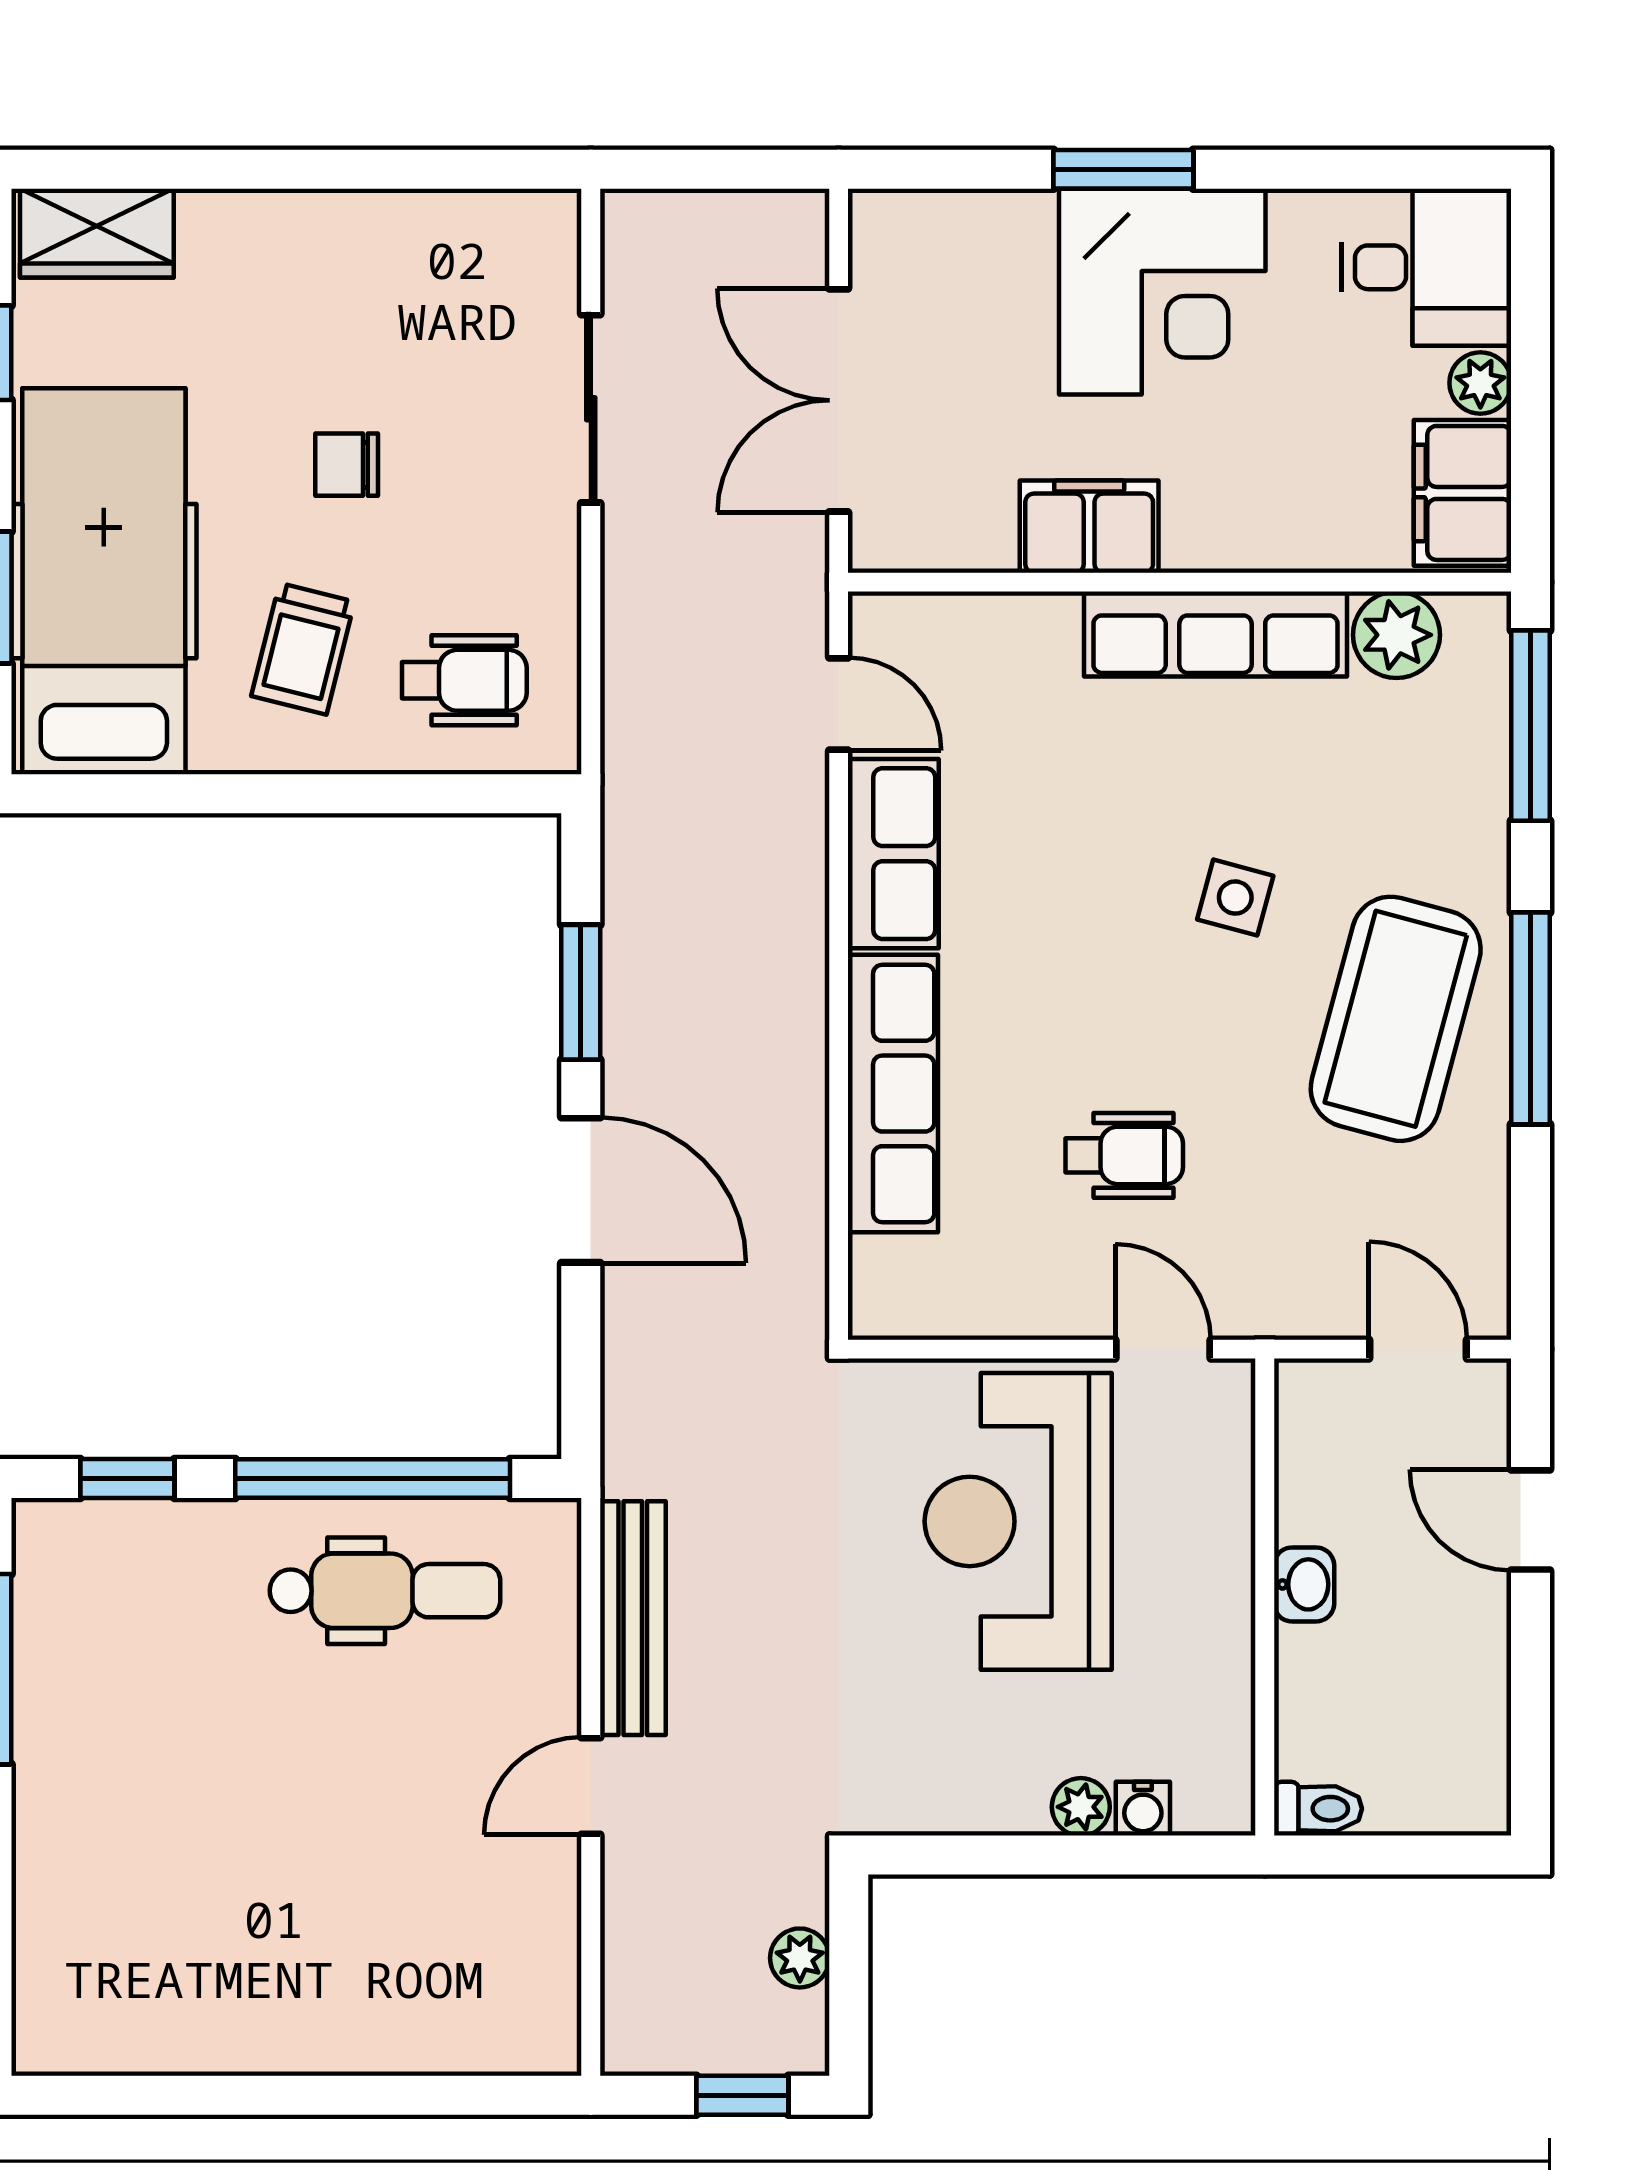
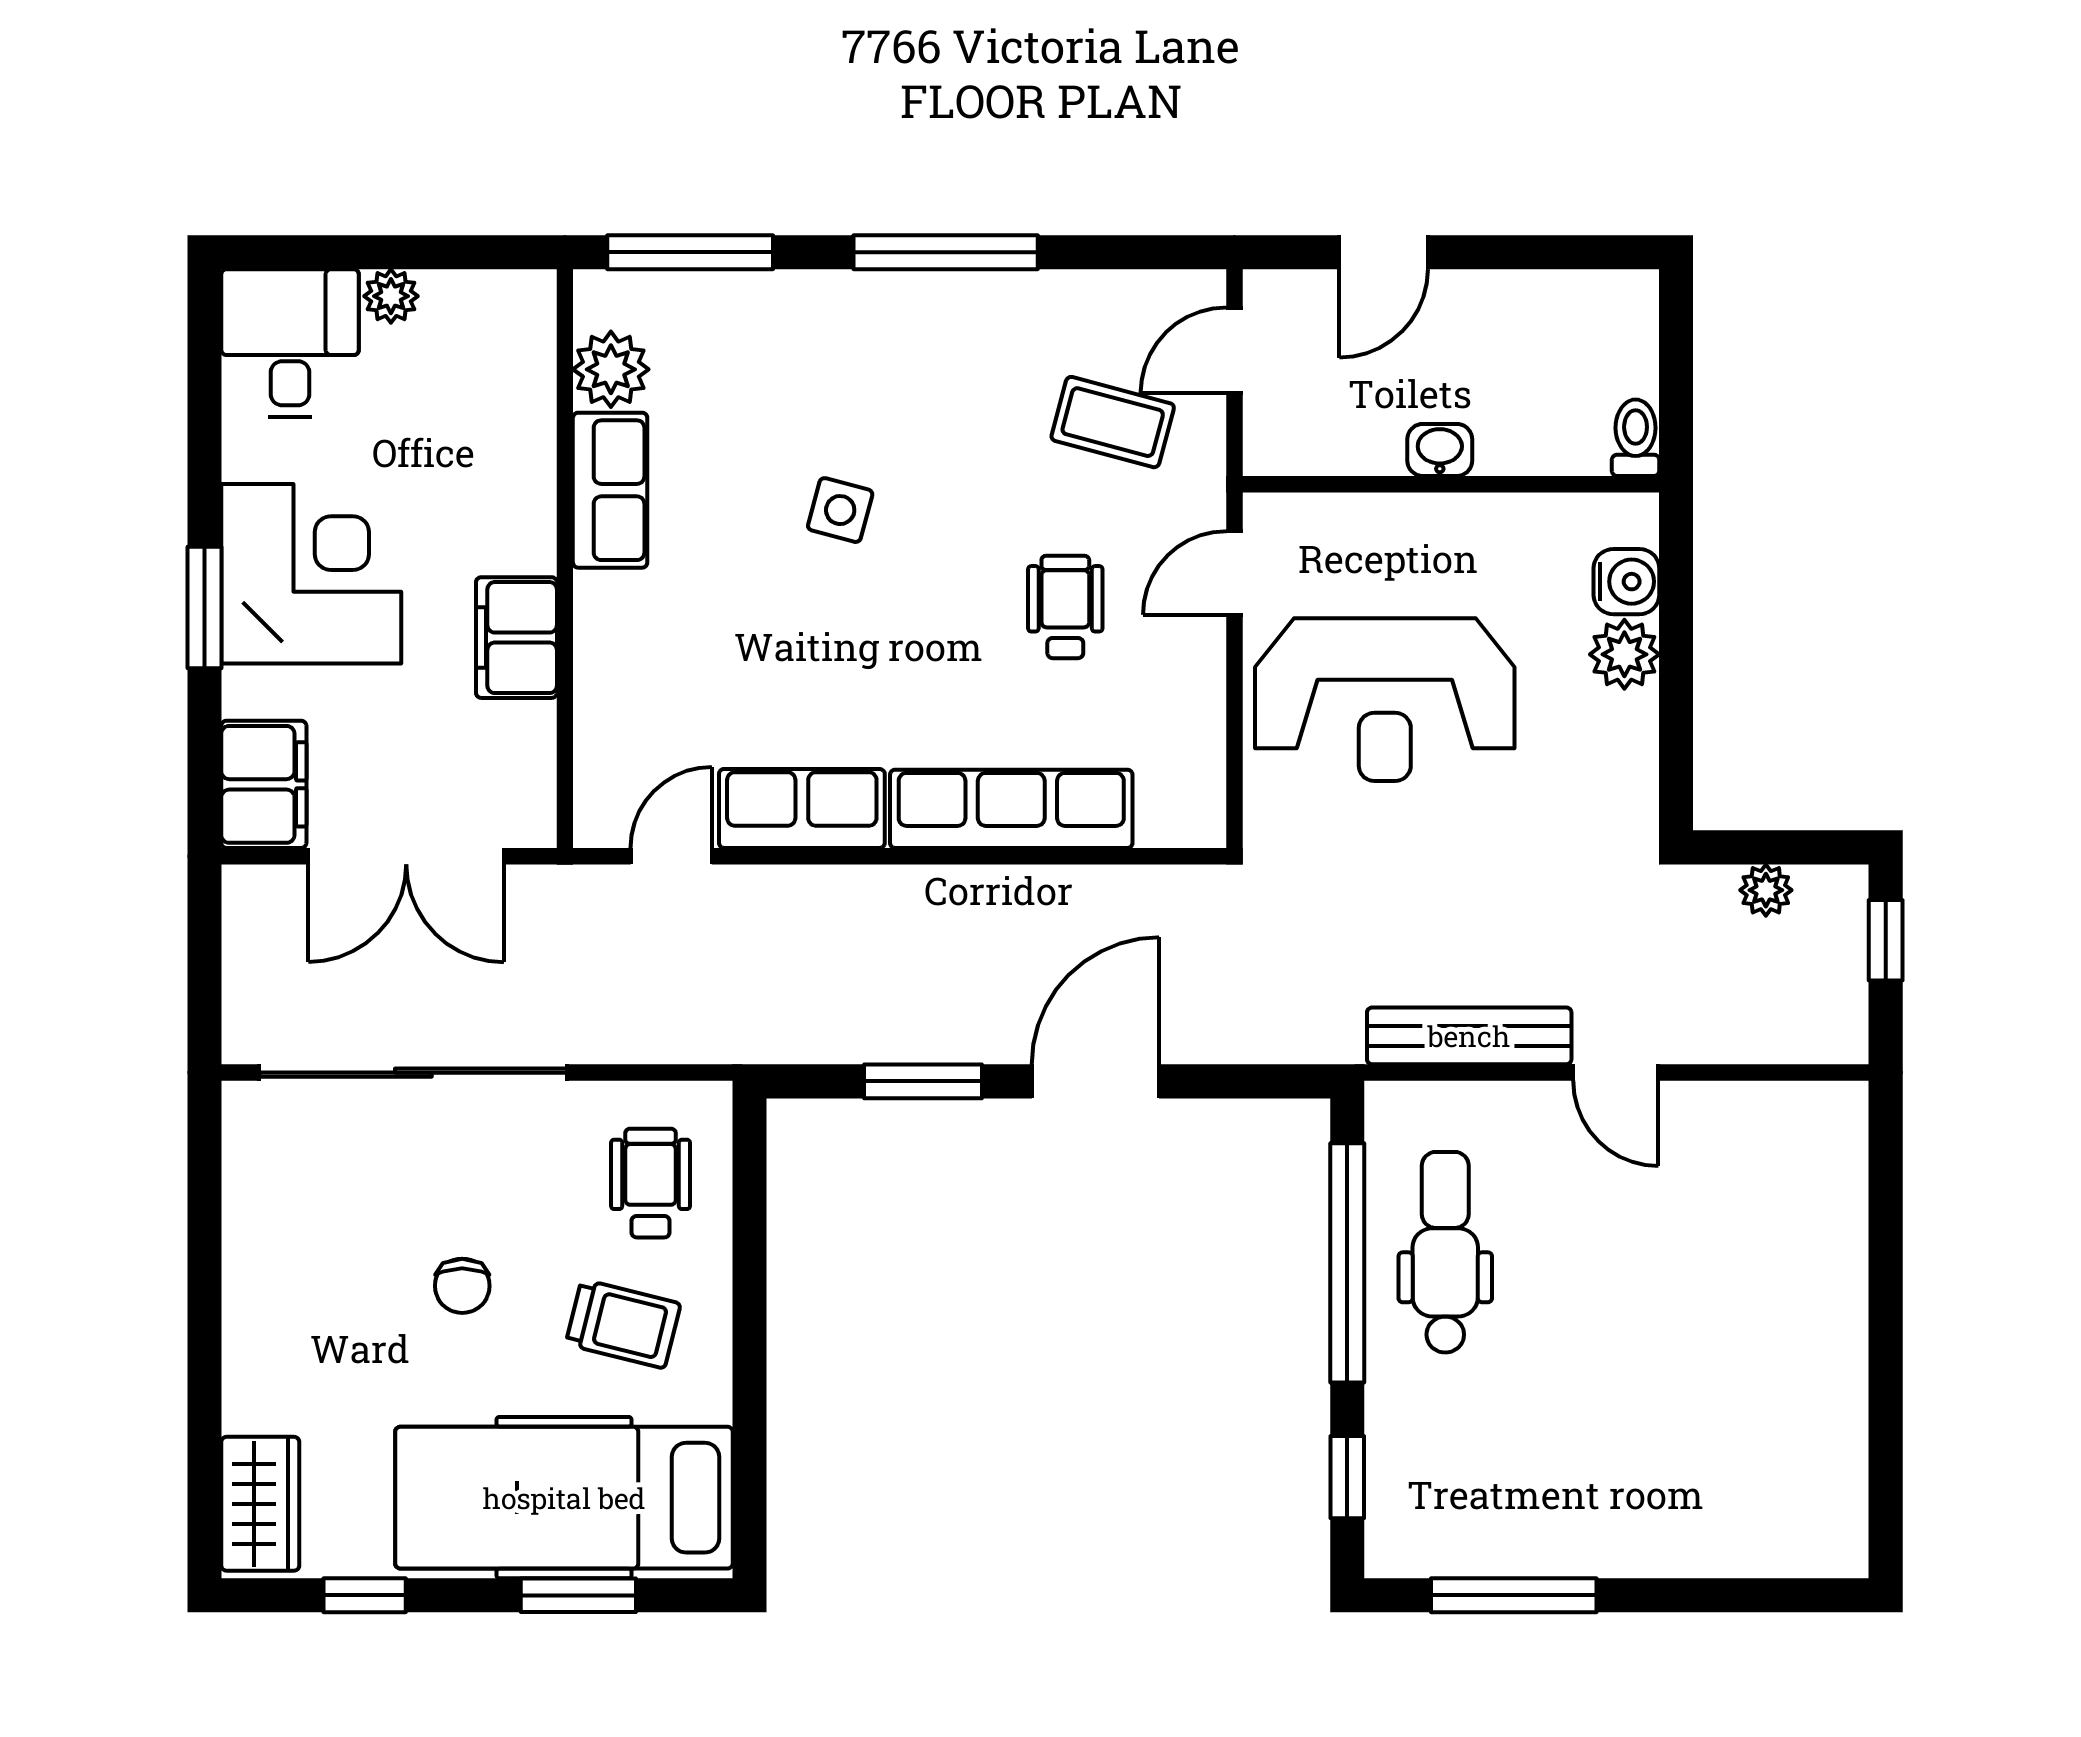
sliding door: (591, 409) -> (413, 1073), width x1.86
filing cabinet: (1463, 493) -> (264, 784), moved, turned -90
row of seats: (1215, 634) -> (610, 490), width x0.68
coffee table: (1396, 1019) -> (1113, 422), moved, width x0.54, depth x0.58
plant: (1081, 1807) -> (1624, 654), width x1.38, depth x1.38
water cooler: (1143, 1809) -> (1626, 582), width x1.38, depth x1.38

